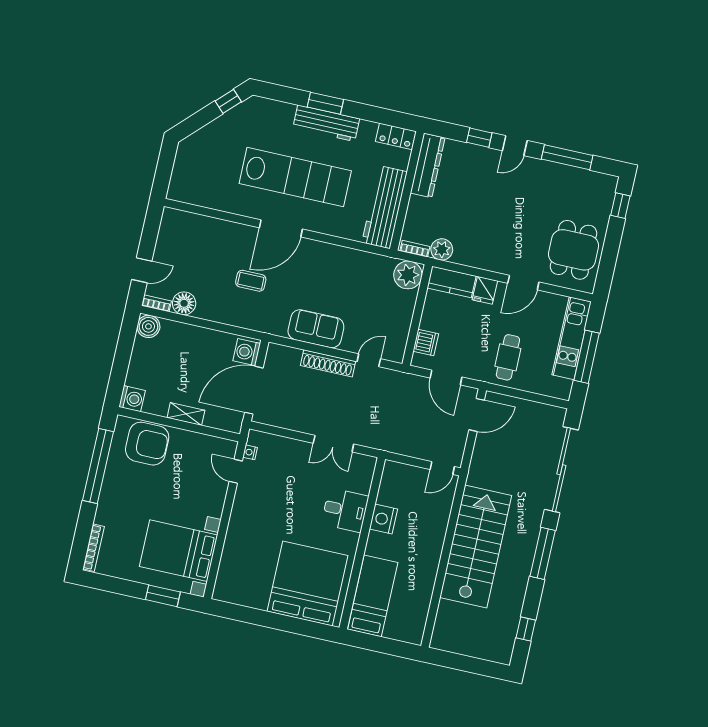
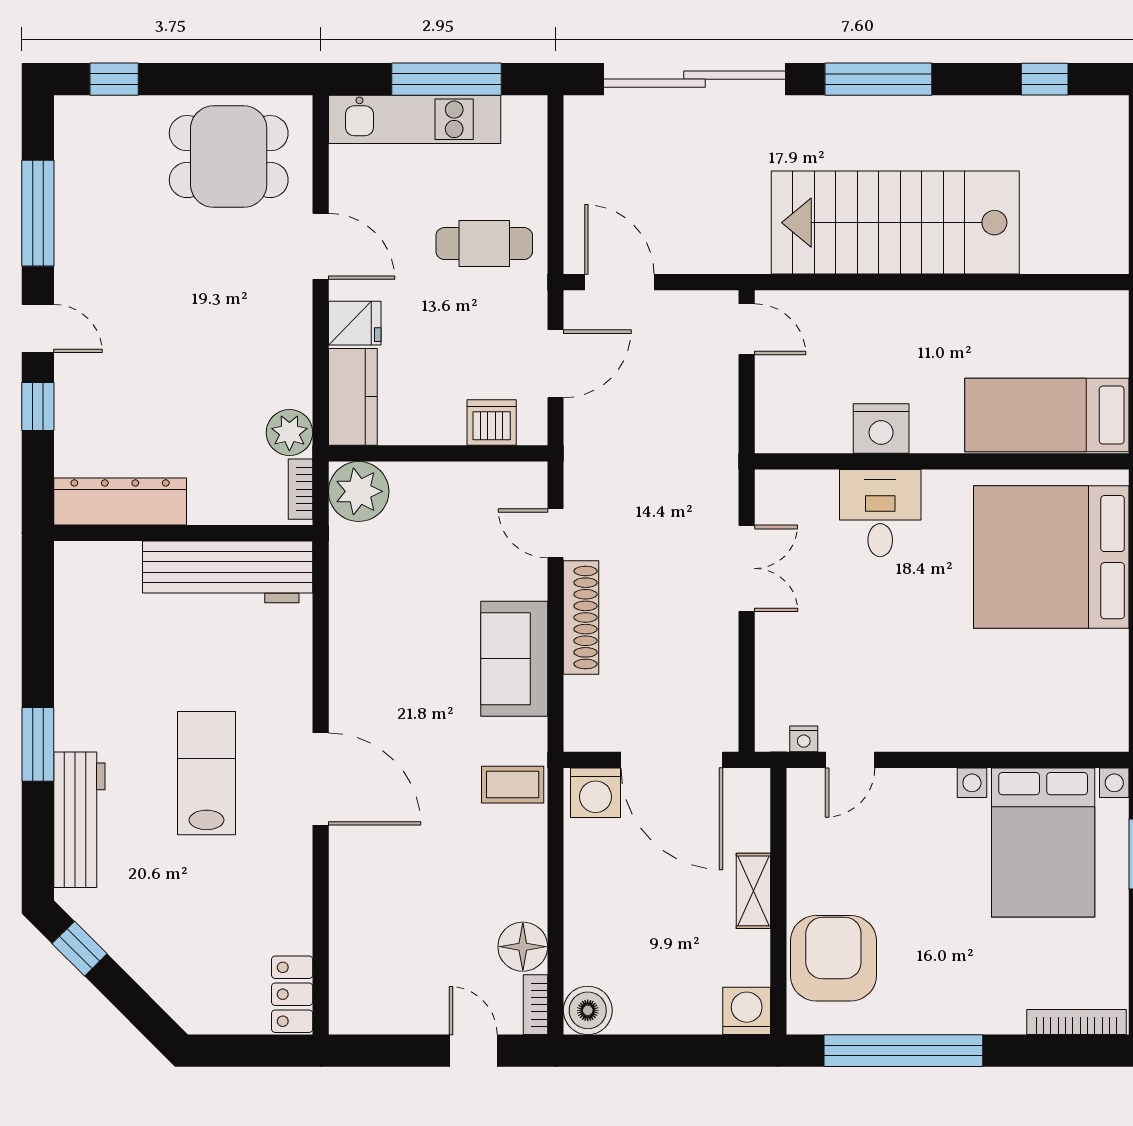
workbench: (326, 123) -> (79, 820), moved
locker: (396, 136) -> (292, 994), moved, turned 180
lab bench: (295, 177) -> (207, 773), width x0.54, depth x0.72
coffee table: (251, 281) -> (513, 785), moved, turned 90

